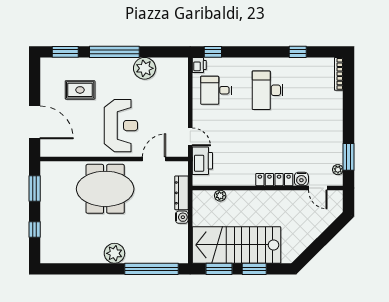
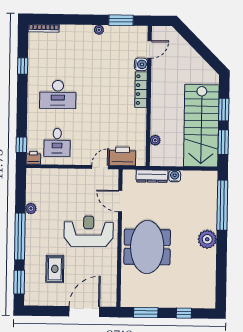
plant: (145, 68) -> (31, 209), width x0.53, depth x0.53
plant: (338, 170) -> (99, 30), moved

